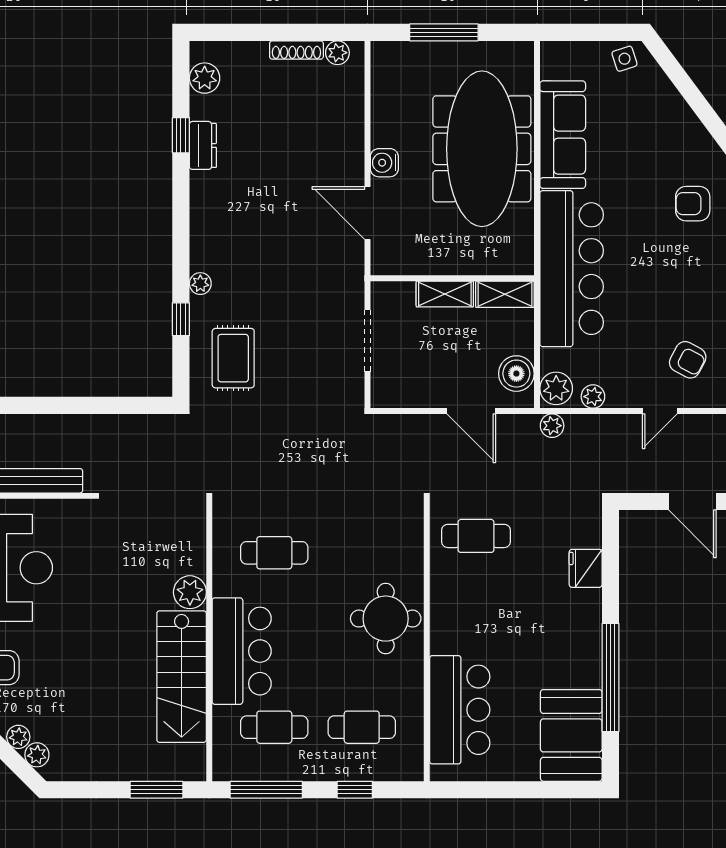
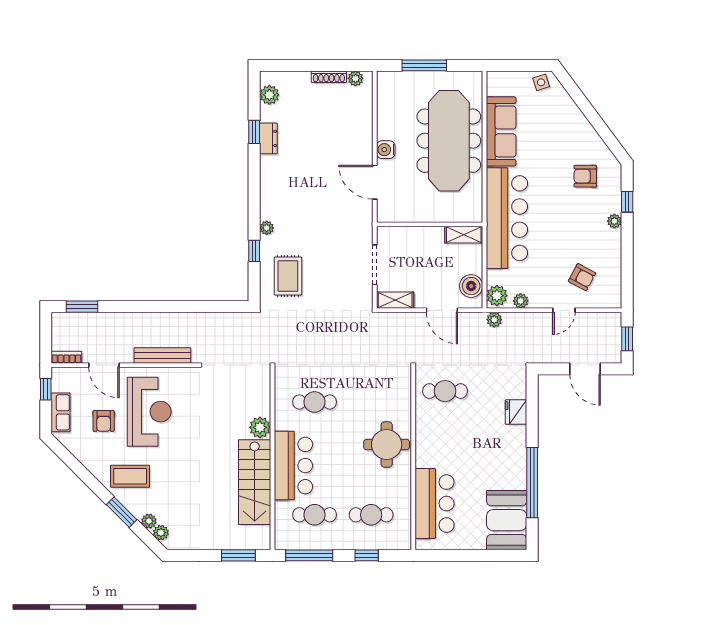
shelving: (445, 294) -> (395, 300), moved

